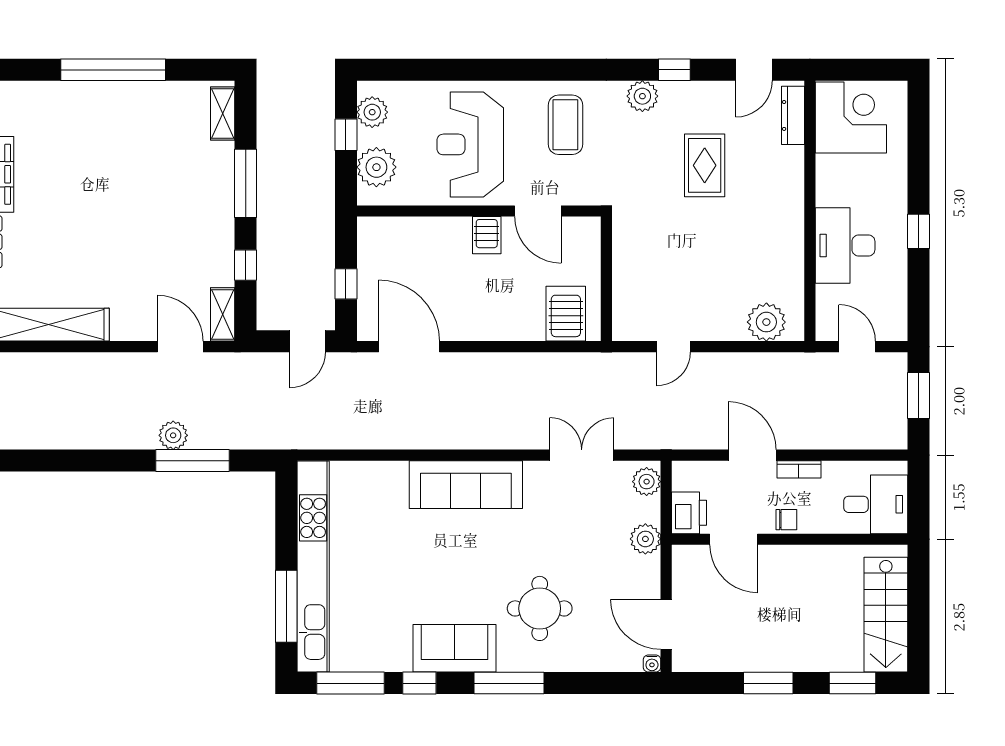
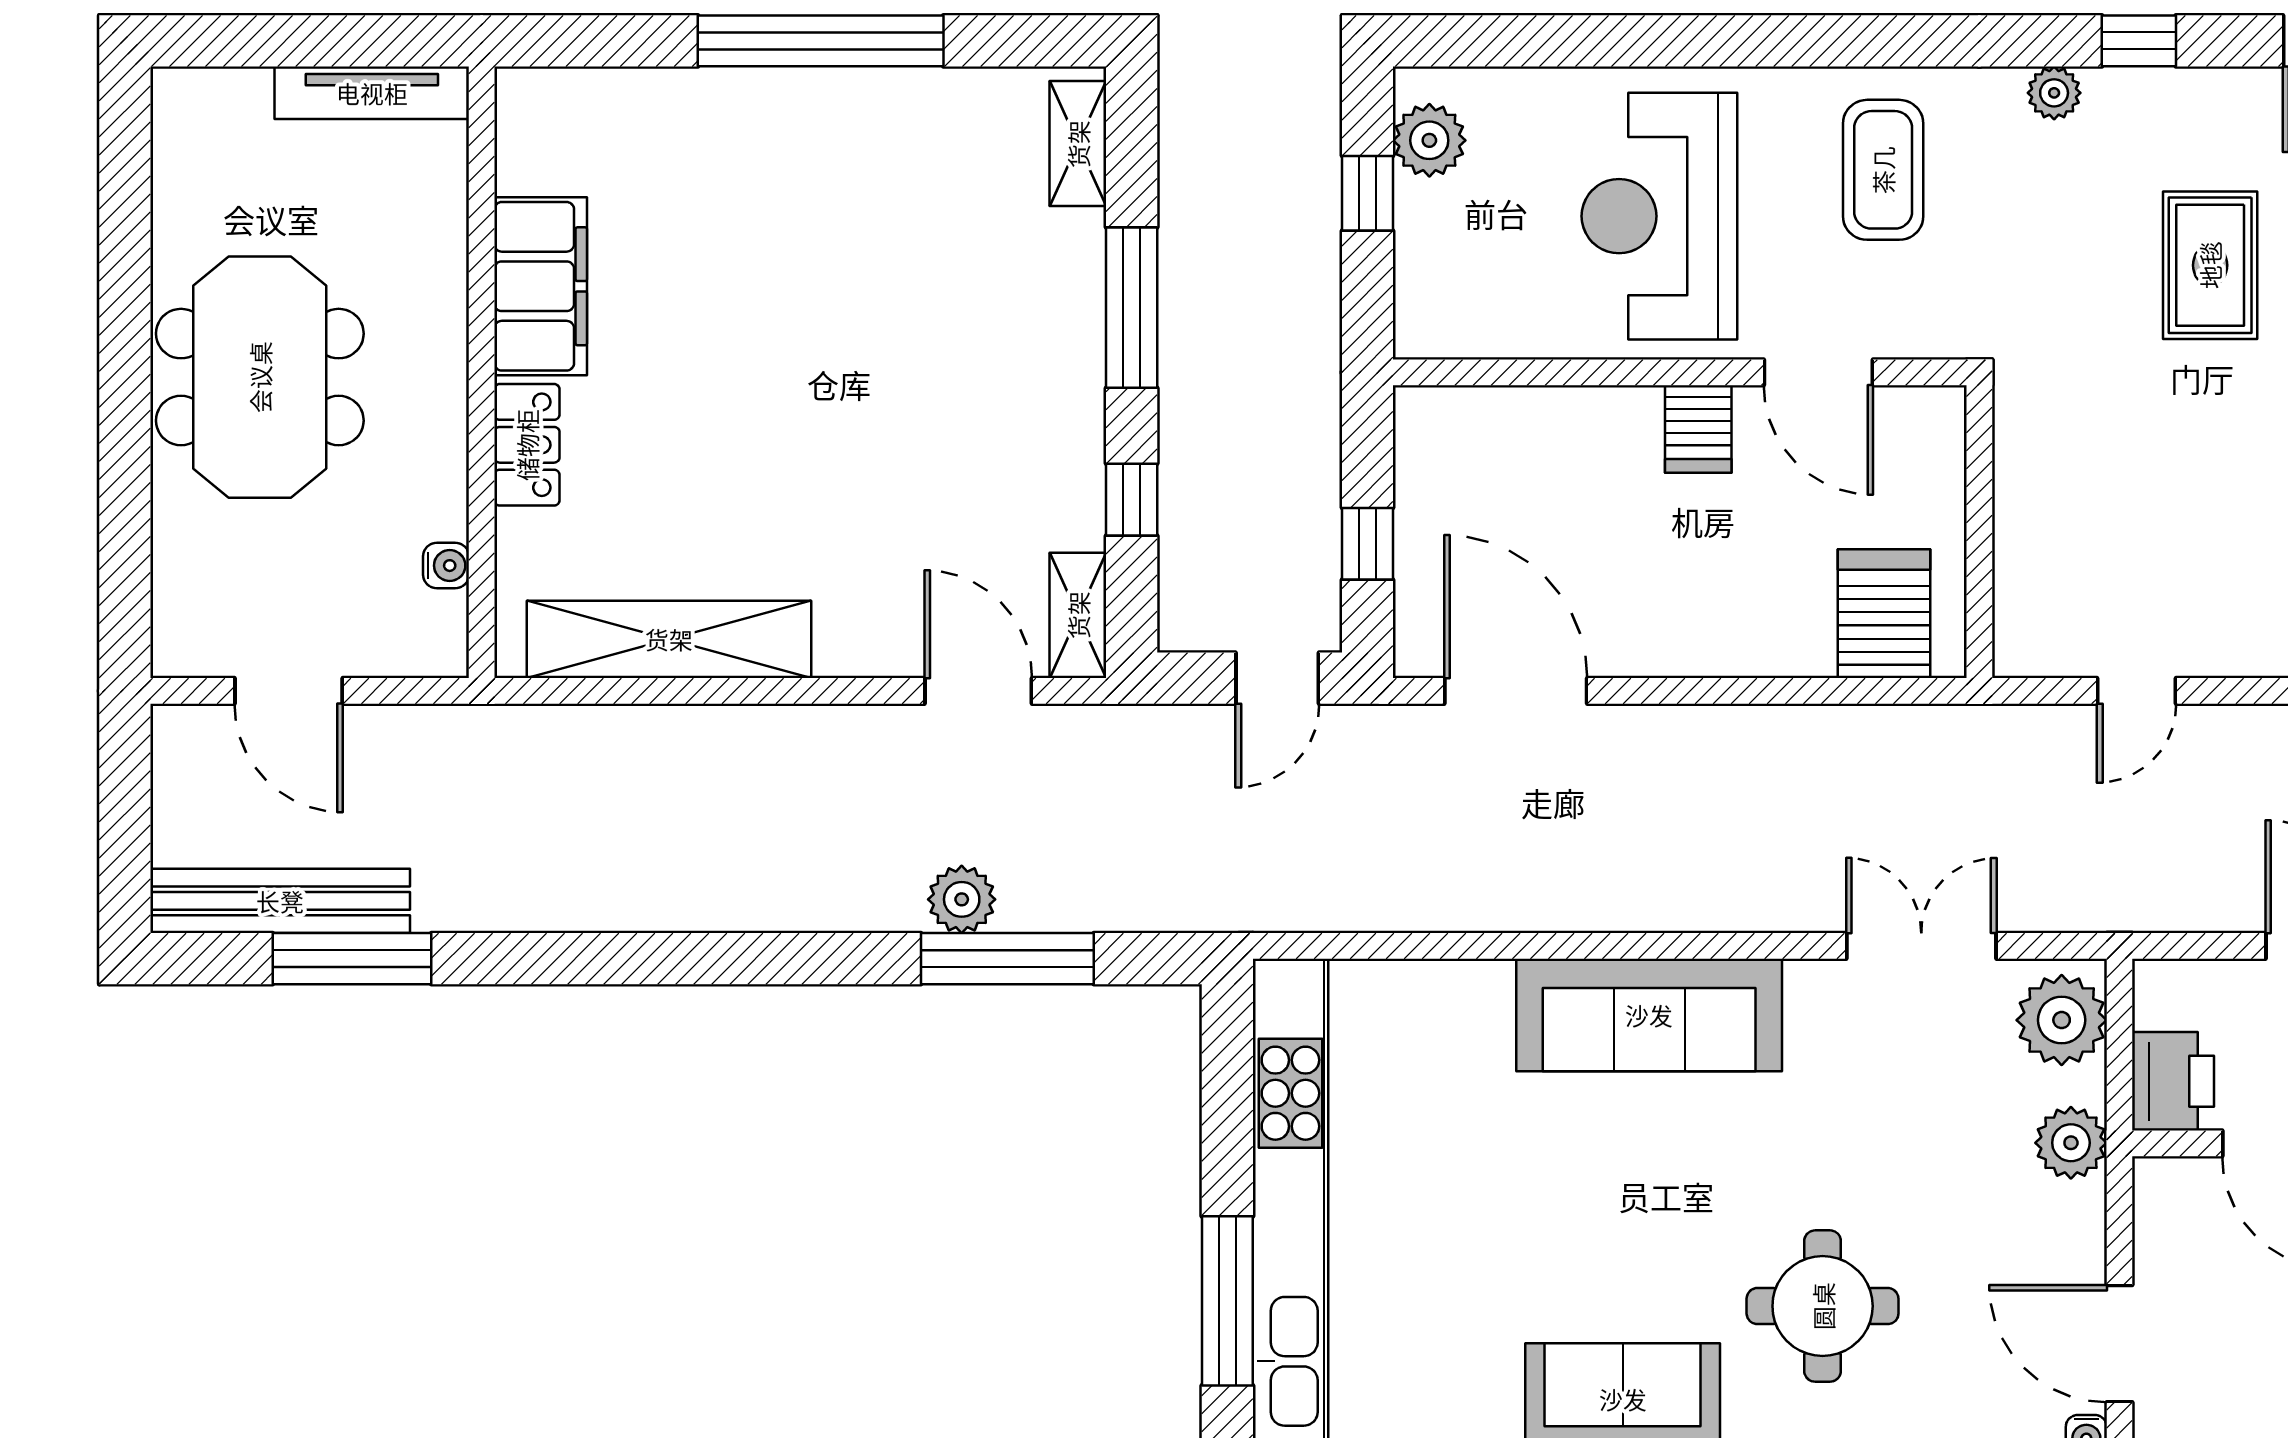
plant: (642, 96) -> (2054, 93), width x0.73, depth x0.73
plant: (376, 167) -> (1439, 269), removed
plant: (647, 482) -> (2062, 1020), width x1.36, depth x1.36

